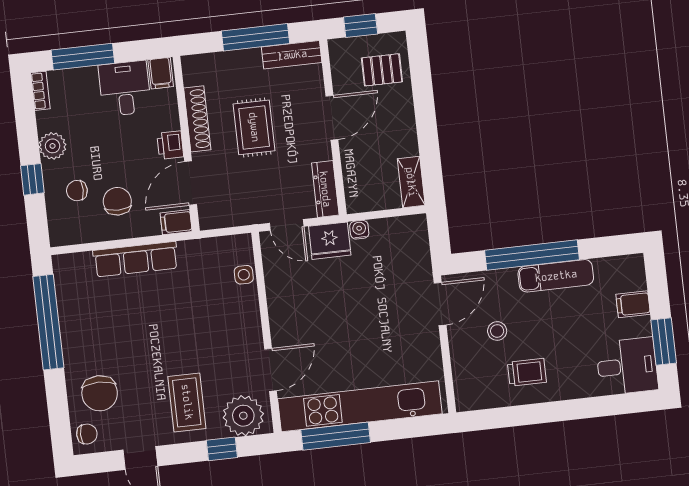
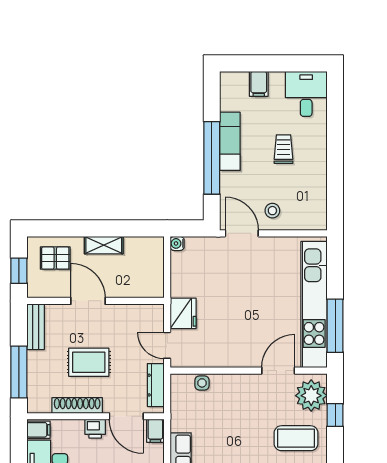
window: (256, 37) -> (19, 372), moved
pallet: (382, 70) -> (55, 258), turned 90
shelving: (411, 182) -> (104, 245), moved
dresser: (325, 189) -> (156, 385), moved, turned 90
door: (287, 225) -> (167, 345), swing flipped
water cooler: (359, 230) -> (177, 243), moved
stool: (497, 331) -> (272, 211), moved
window: (664, 342) -> (290, 63), removed
door: (270, 370) -> (278, 371), hinge flipped
trolley: (527, 372) -> (284, 149), moved

